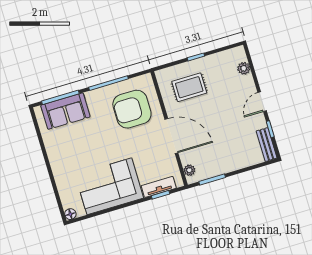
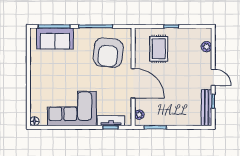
rug: (189, 87) -> (159, 49), turned 90
door: (262, 102) -> (213, 77), swing flipped
armchair: (132, 109) -> (108, 53), turned -84
bench: (267, 145) -> (207, 108), width x1.36

